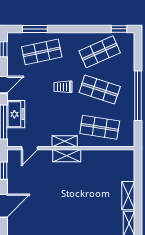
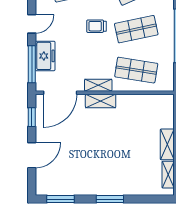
shop shelf: (100, 90) -> (136, 29), turned -30
door: (30, 148) -> (60, 93), width x1.87

